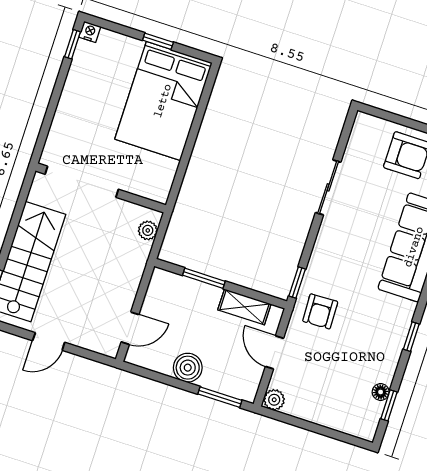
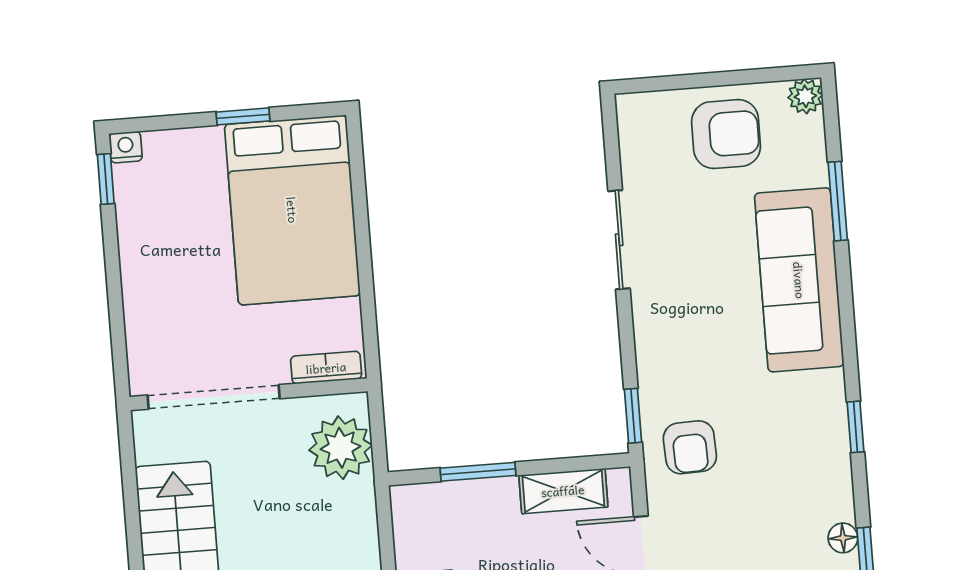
bookcase: (147, 191) -> (326, 368), added
plant: (148, 230) -> (341, 448), width x1.87, depth x1.87

